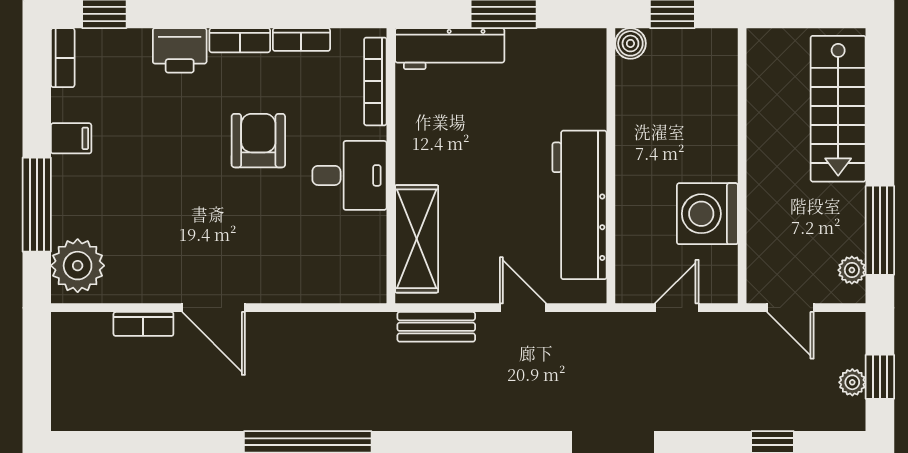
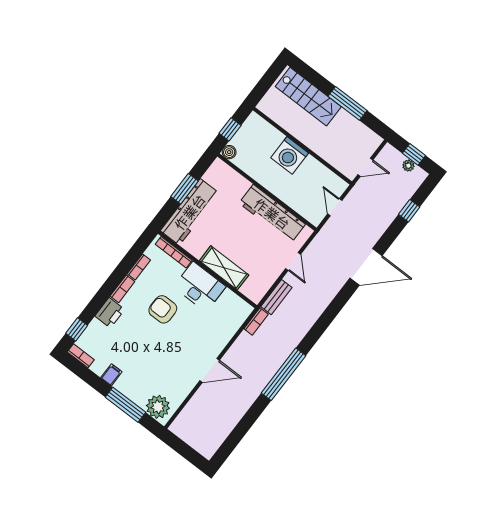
workbench: (450, 49) -> (190, 212), width x1.36, depth x1.32
desk: (349, 175) -> (200, 287), width x1.37
washing machine: (707, 214) -> (290, 155), moved
window: (880, 230) -> (347, 103), moved
shelving: (417, 239) -> (224, 268), moved
plant: (852, 270) -> (369, 135), removed
door: (523, 308) -> (293, 261), swing flipped
bookcase: (143, 324) -> (256, 322), moved

